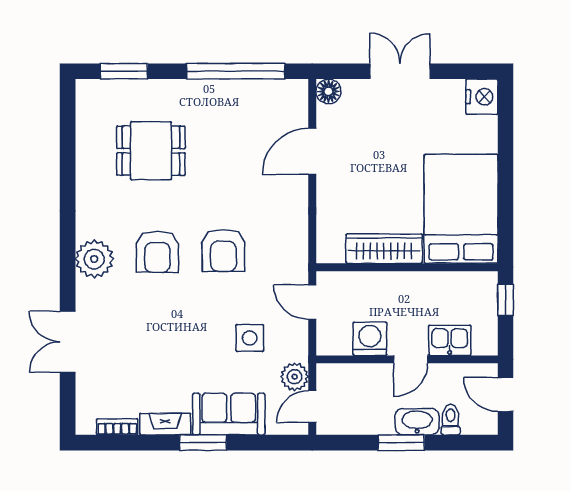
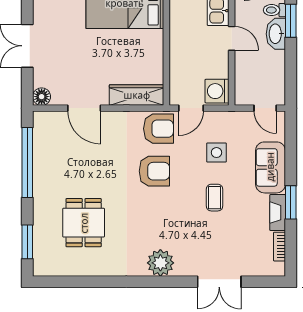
wardrobe: (384, 249) -> (137, 95), moved, turned 90
armchair: (157, 252) -> (158, 129), moved
coffee table: (186, 335) -> (215, 198), added
washing machine: (370, 339) -> (217, 91), moved
plant: (295, 377) -> (244, 121), removed
window: (203, 443) -> (291, 202), moved
window: (401, 443) -> (291, 21), moved

